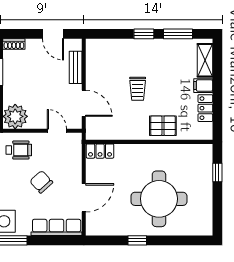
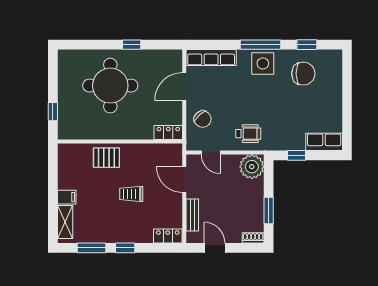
trolley: (138, 89) -> (131, 194), turned -90
locker: (205, 108) -> (168, 236), moved, turned -90
wheelchair: (19, 150) -> (248, 134), turned 180
chair: (41, 182) -> (203, 119), moved

